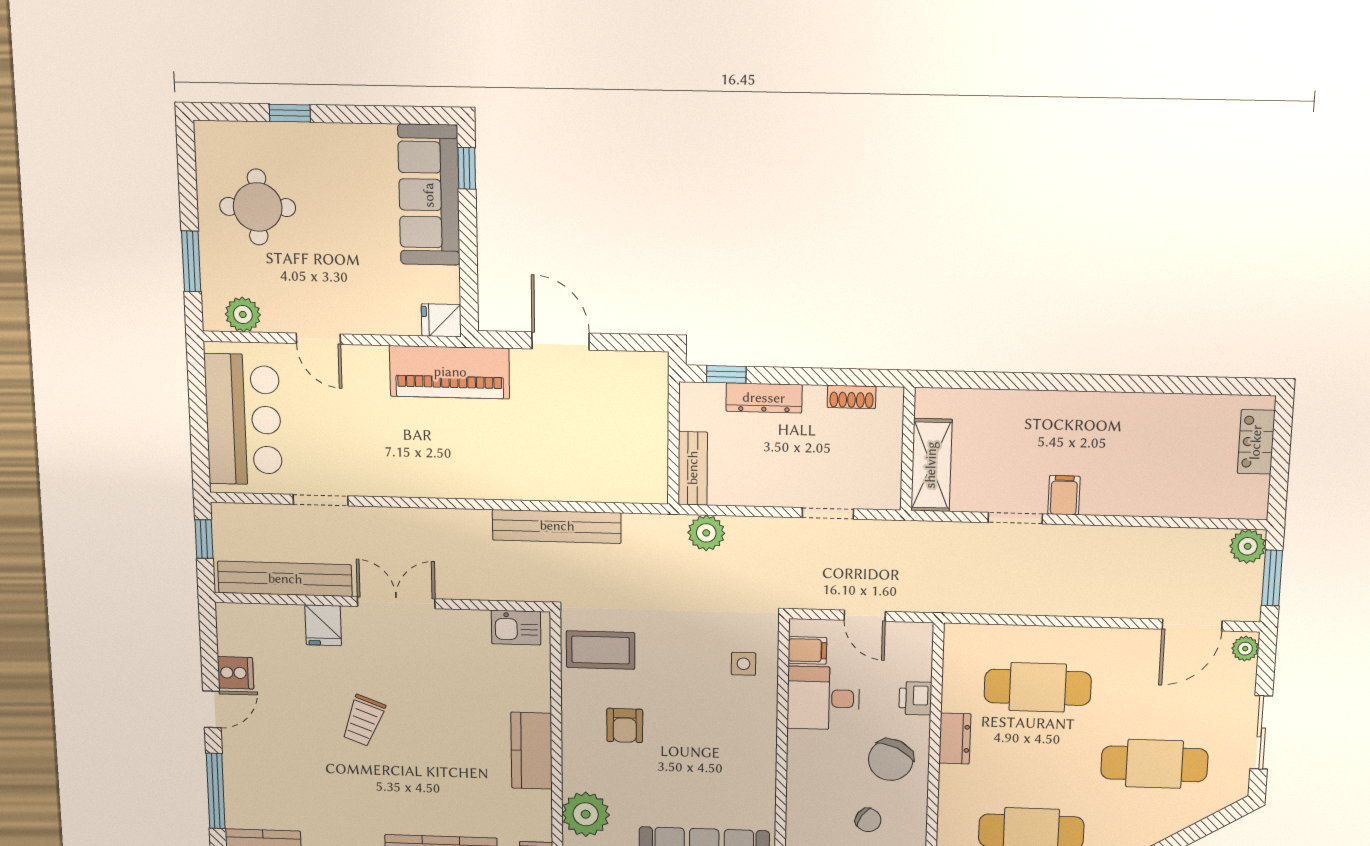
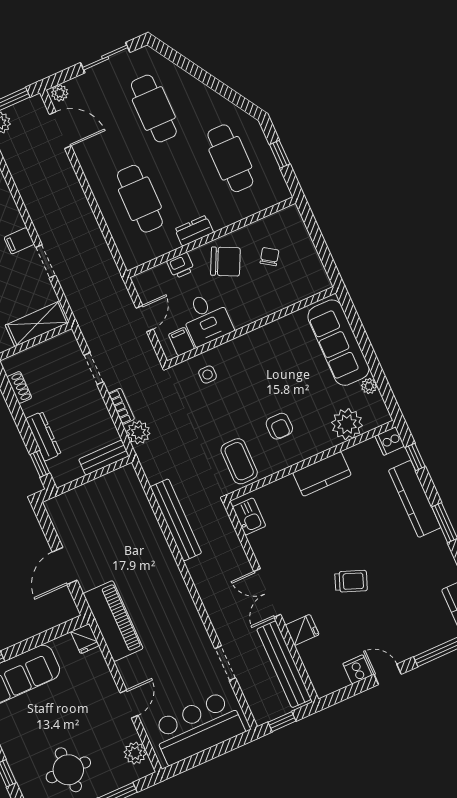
bookcase: (755, 527) -> (121, 406), added
armchair: (625, 725) -> (279, 426), turned 90

